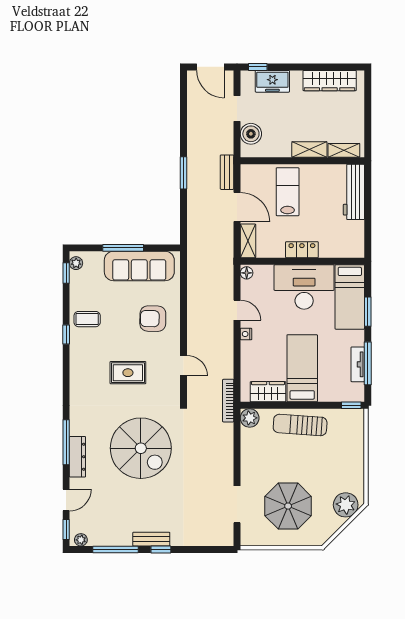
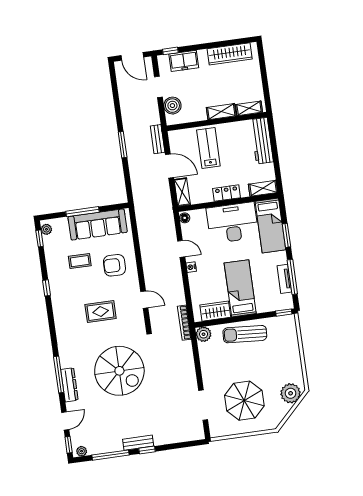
shelving: (347, 250) -> (263, 188), added
coffee table: (87, 319) -> (80, 261), moved

